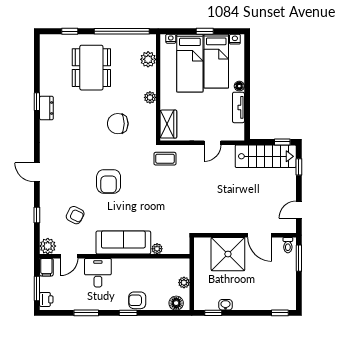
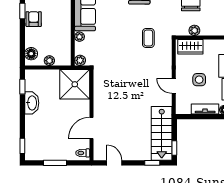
plant: (150, 97) -> (194, 30), moved
side table: (205, 114) -> (199, 80), added
coffee table: (165, 159) -> (148, 38), moved
plant: (184, 248) -> (80, 60), added
shower: (228, 254) -> (75, 84), moved
window: (299, 258) -> (55, 163), moved
washbasin: (226, 305) -> (32, 103), width x1.91, depth x1.45

